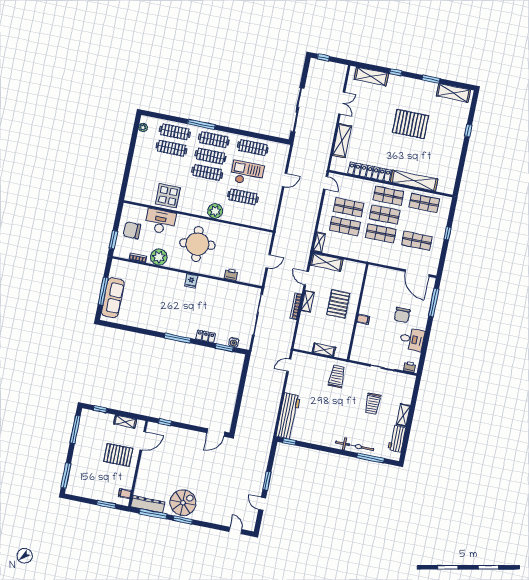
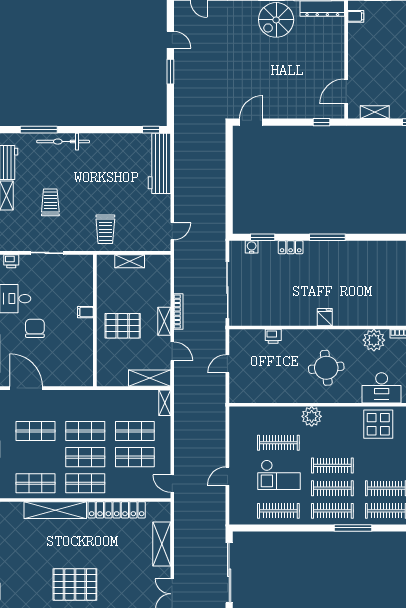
round table: (197, 244) -> (326, 368), width x0.73, depth x0.73
pallet: (338, 304) -> (123, 326), turned 90
pallet: (118, 455) -> (375, 66), removed

